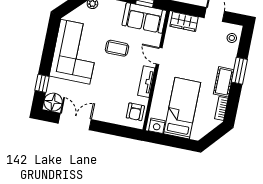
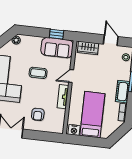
door: (159, 56) -> (71, 76), hinge flipped
armchair: (135, 112) -> (38, 114), moved

